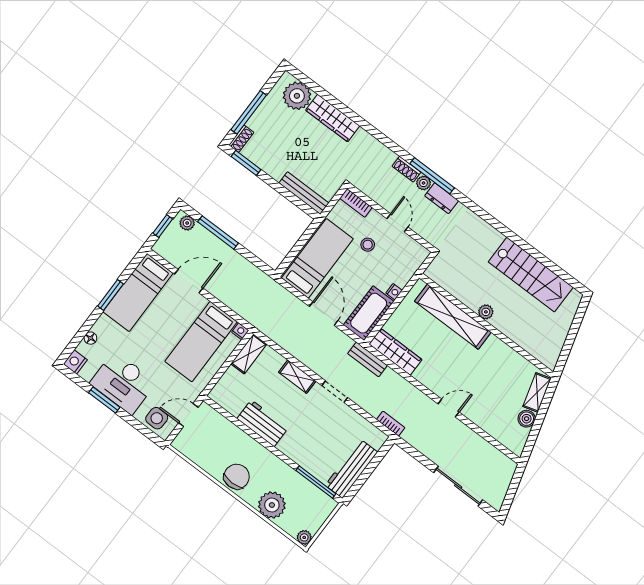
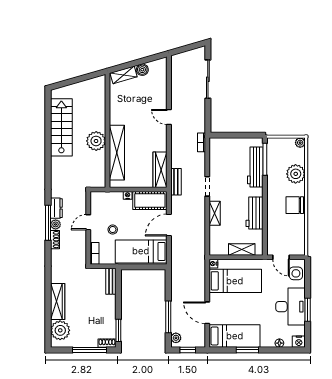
bench: (304, 193) -> (111, 281), width x0.73
plant: (486, 312) -> (96, 141), width x1.88, depth x1.88
shelving: (249, 354) -> (242, 249), moved
workbench: (351, 469) -> (255, 167), moved, turned 90

